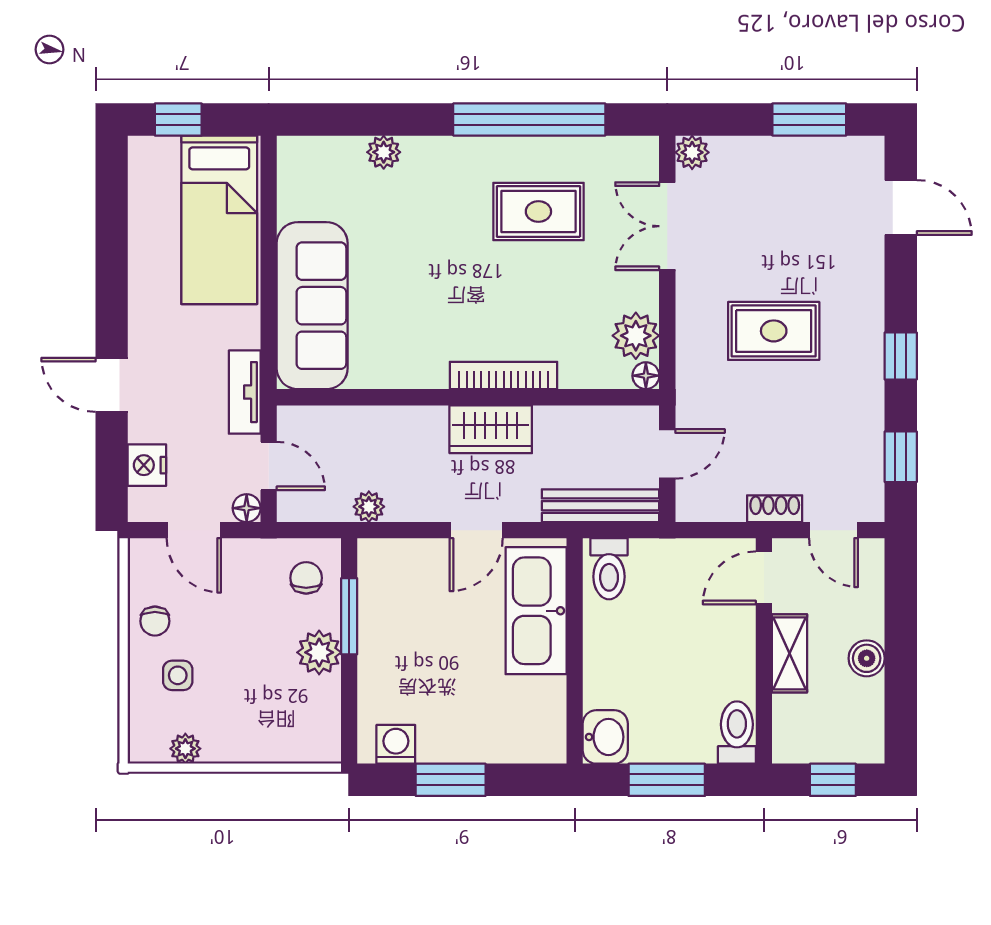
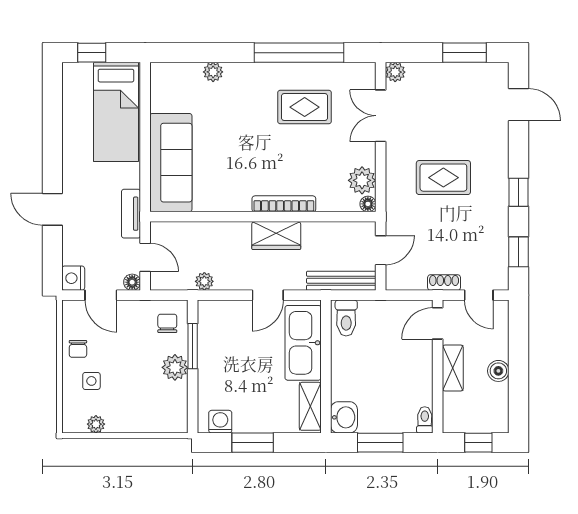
nightstand: (147, 465) -> (73, 278), moved
shelving: (548, 718) -> (310, 406), added
toilet: (737, 733) -> (425, 420), width x0.73, depth x0.72

